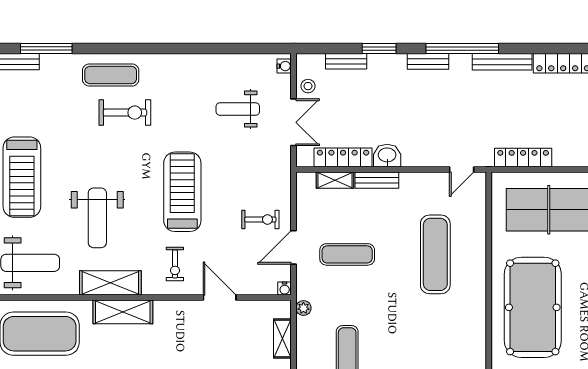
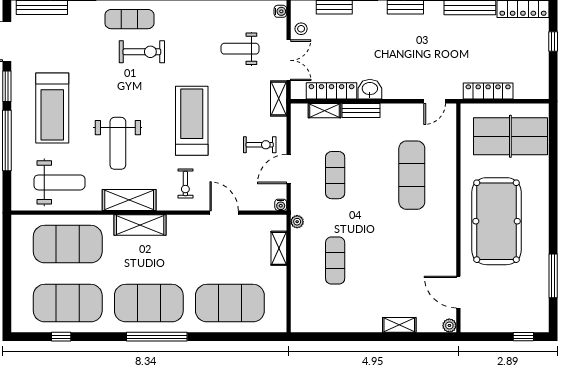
shelving: (282, 166) -> (279, 99), added
exercise mat: (347, 254) -> (335, 175), turned 90

